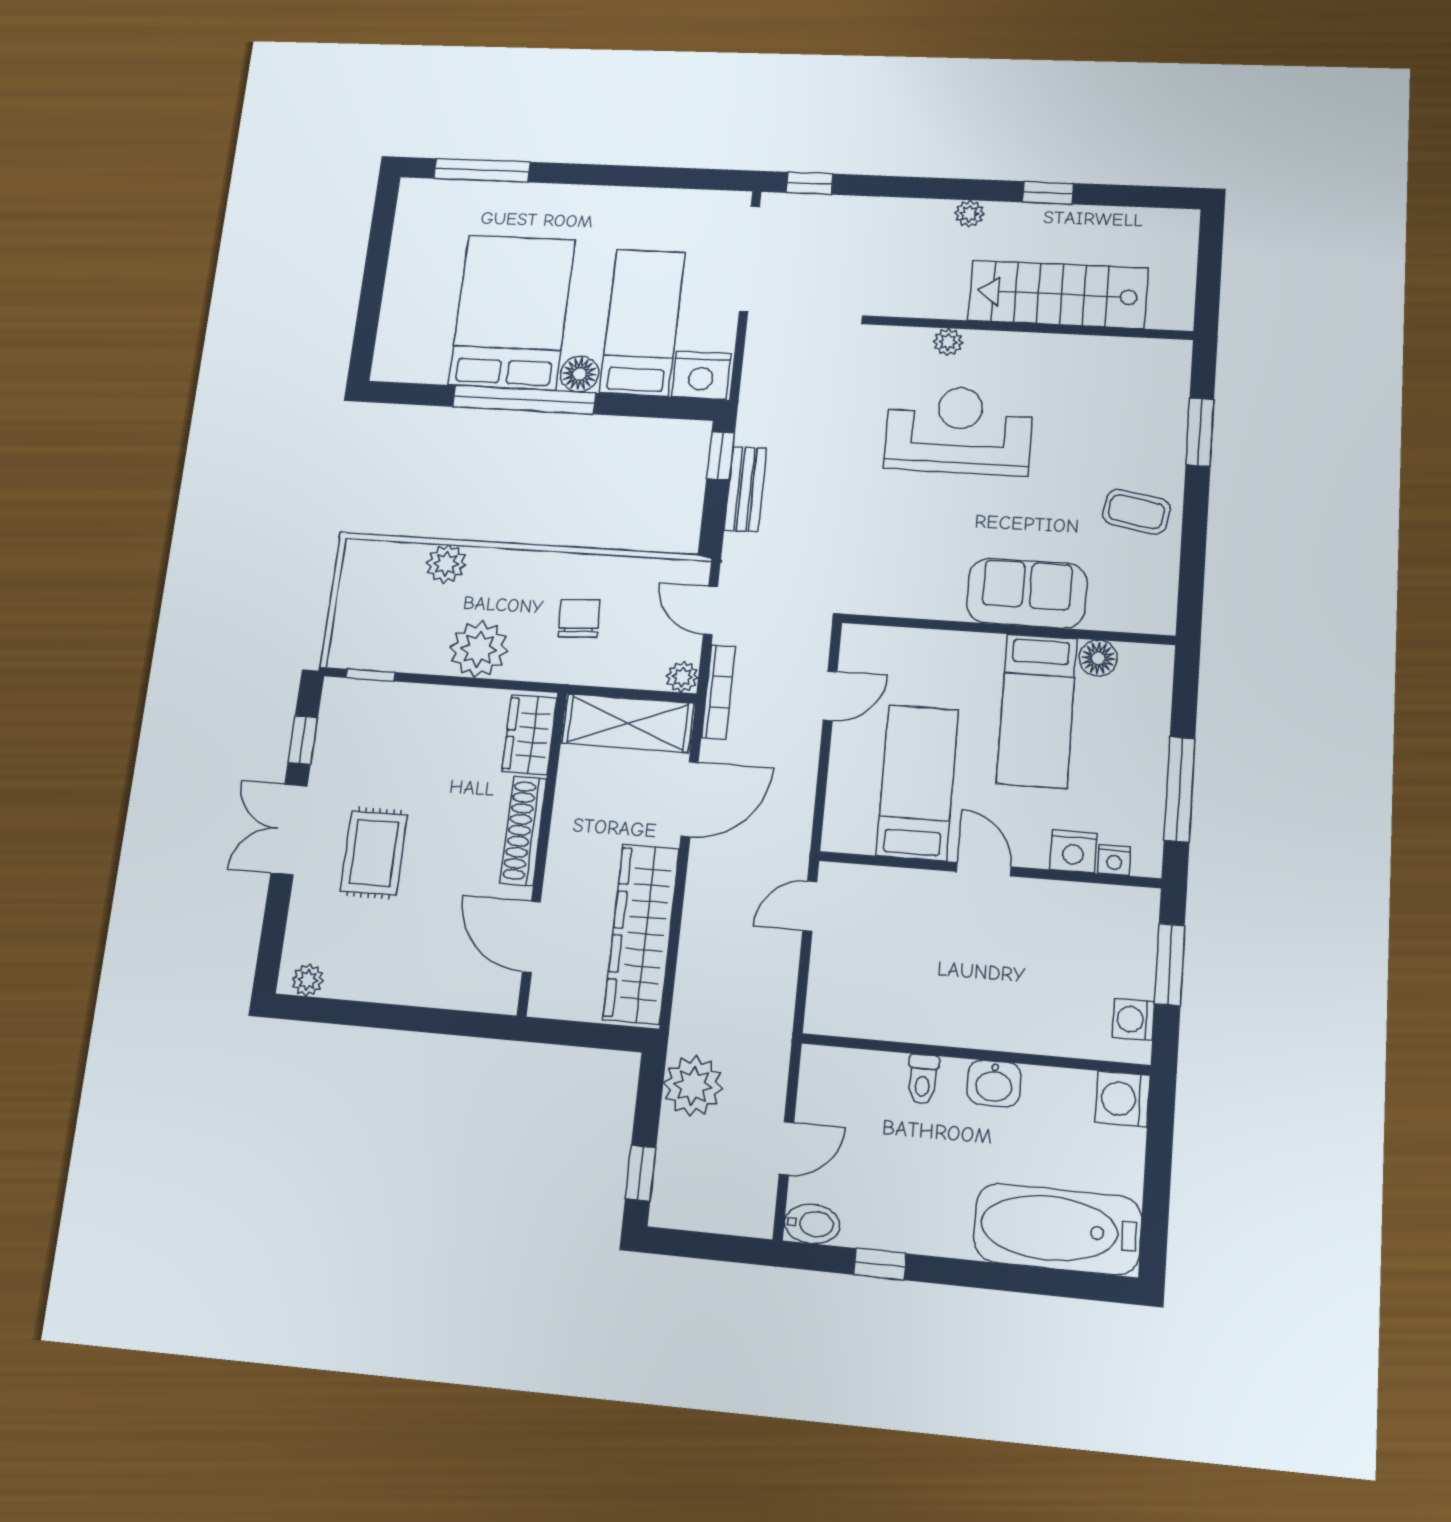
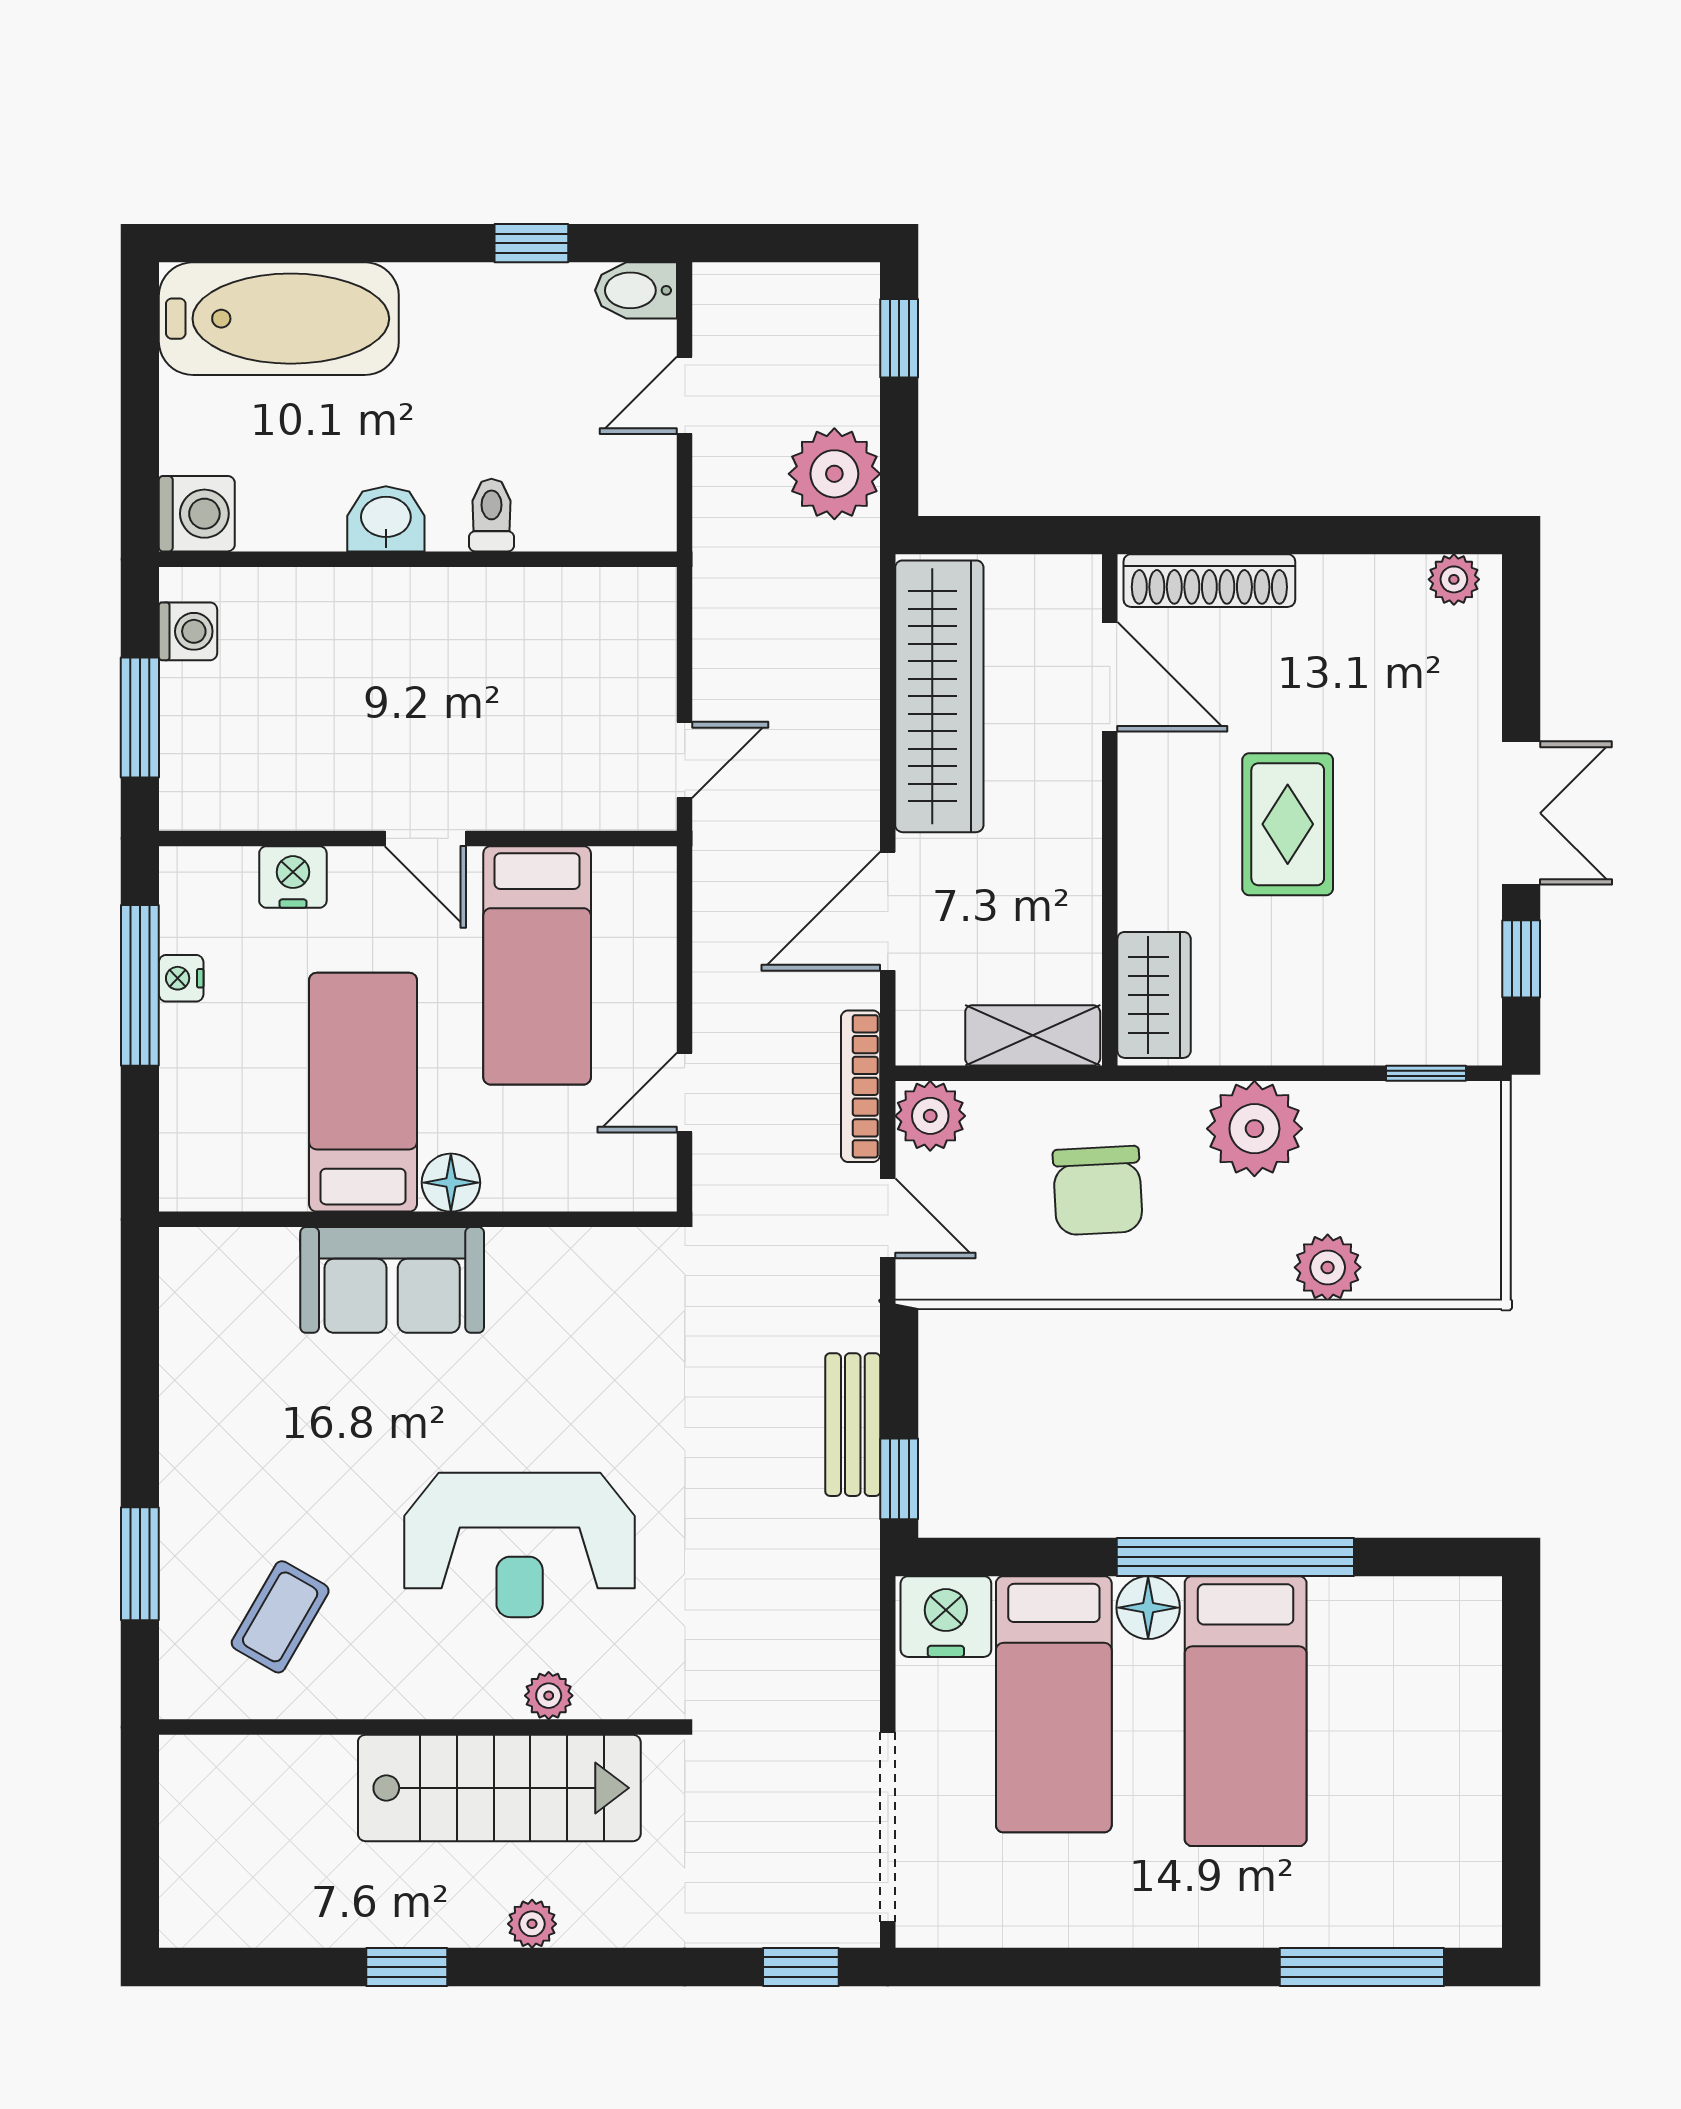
stairs: (1058, 294) -> (499, 1788), moved
bed: (512, 312) -> (1246, 1711), width x0.67
coffee table: (1136, 512) -> (280, 1617), moved, turned -70
chair: (579, 618) -> (1098, 1191), width x1.37, depth x1.37
floor lamp: (1098, 658) -> (451, 1183), moved
plant: (682, 677) -> (930, 1116), width x1.38, depth x1.38
shelving: (628, 723) -> (1033, 1035), width x0.67, depth x0.75
shoe rack: (523, 831) -> (1209, 581), moved, turned 90
rug: (374, 853) -> (1288, 824), moved
nightstand: (1114, 860) -> (181, 978), moved, turned -90

